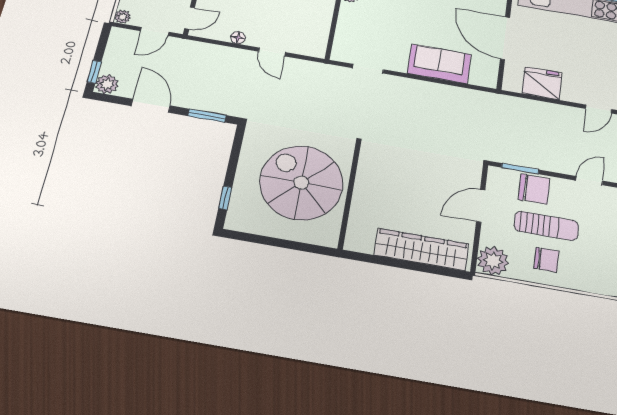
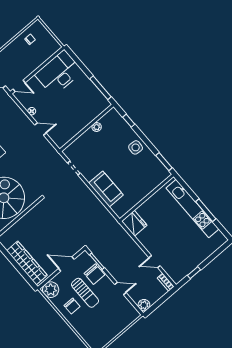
door: (505, 38) -> (145, 199), removed
door: (272, 52) -> (40, 129), swing flipped
fridge: (542, 83) -> (134, 223), moved

